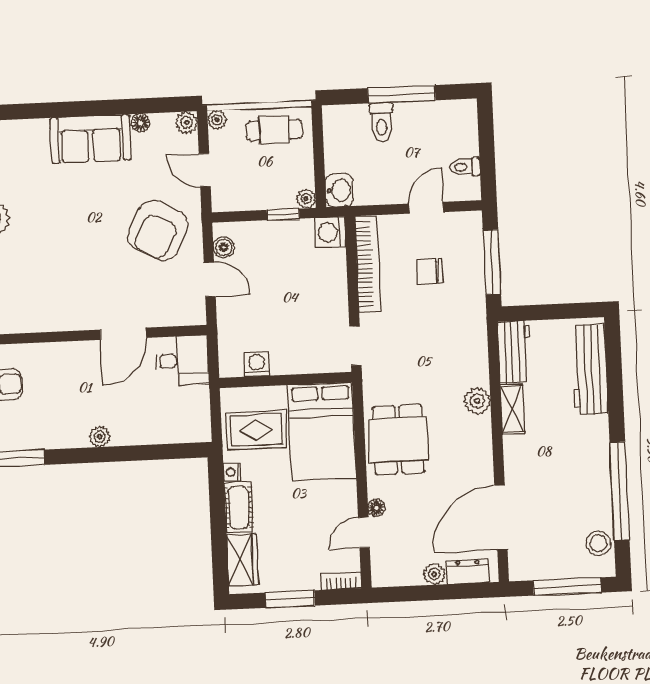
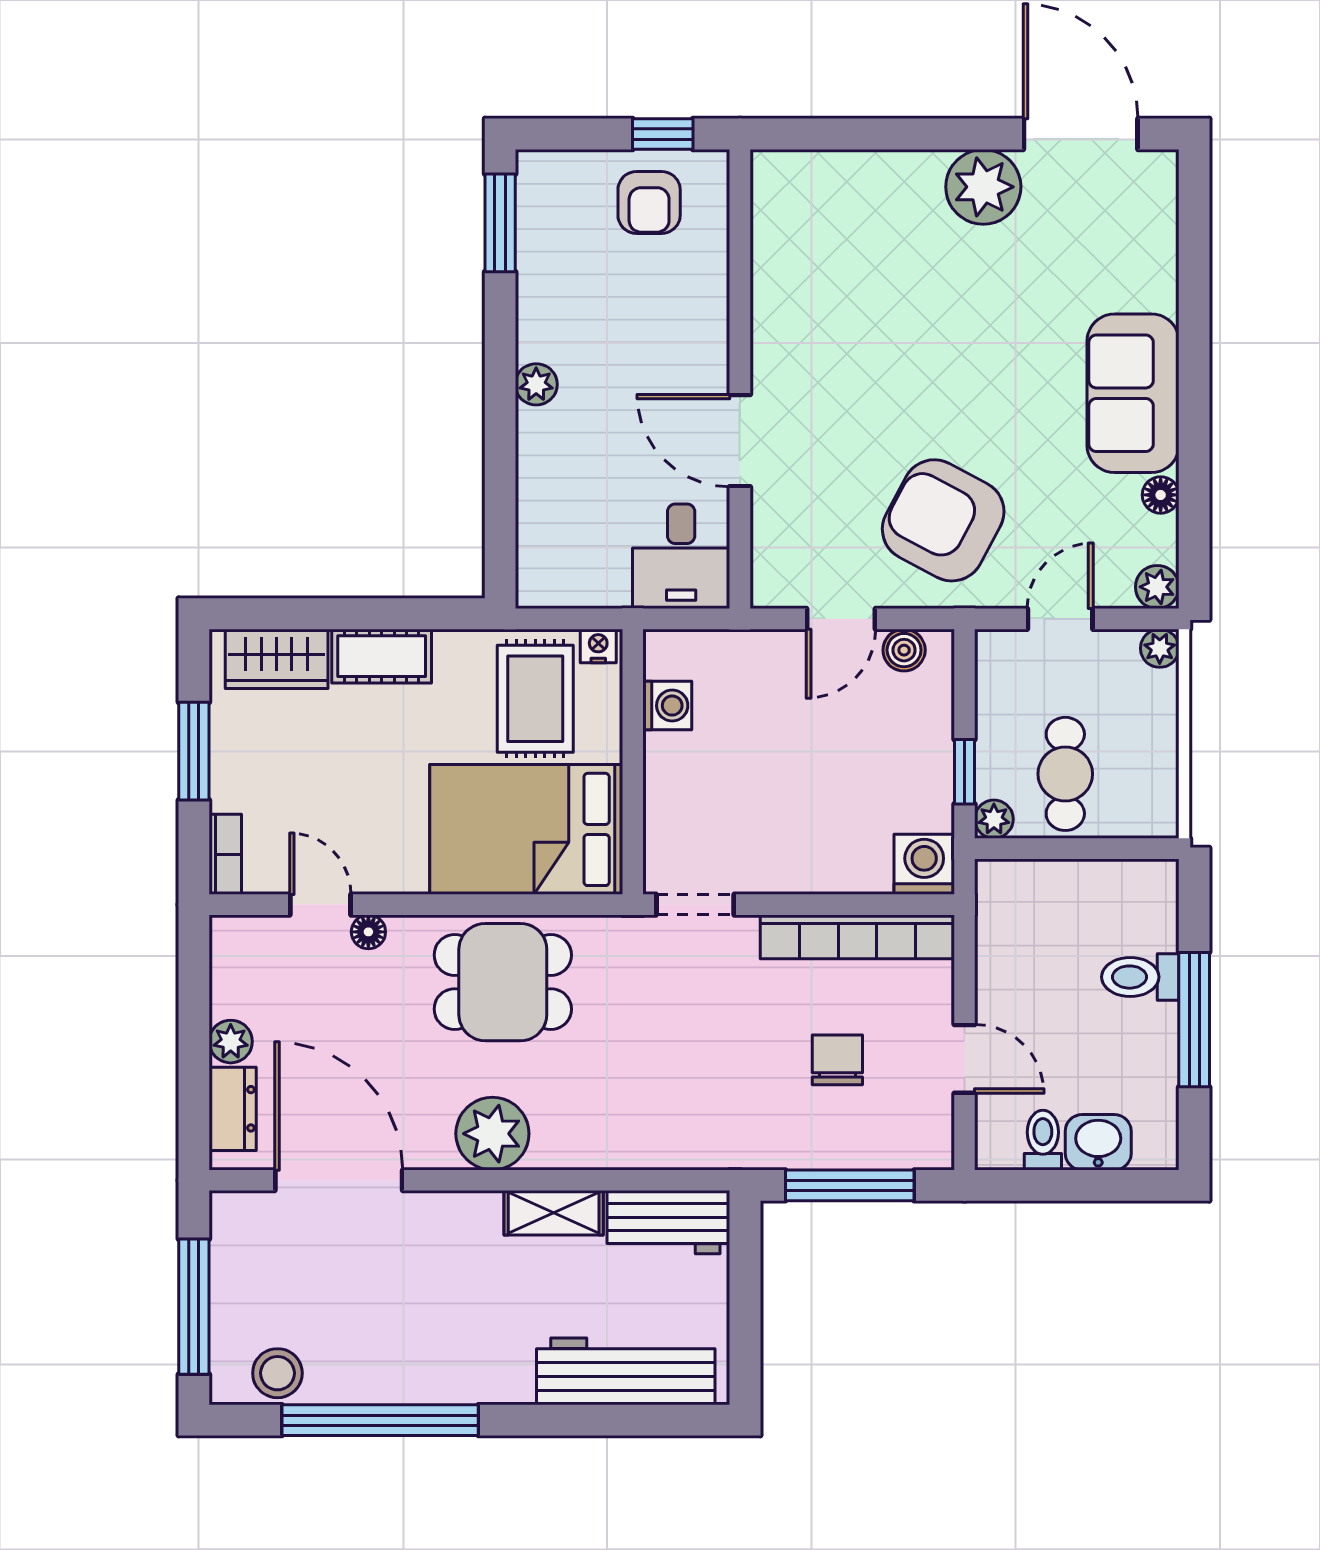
cafe table: (274, 130) -> (1065, 774), moved
washbasin: (339, 190) -> (1098, 1142), moved, turned 180
plant: (477, 401) -> (492, 1134), moved, width x1.36, depth x1.36
nightstand: (232, 472) -> (598, 646), moved

